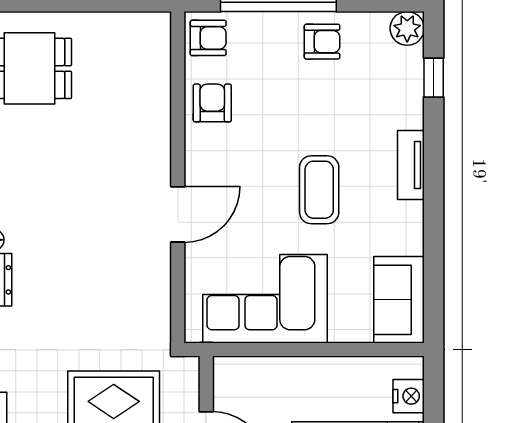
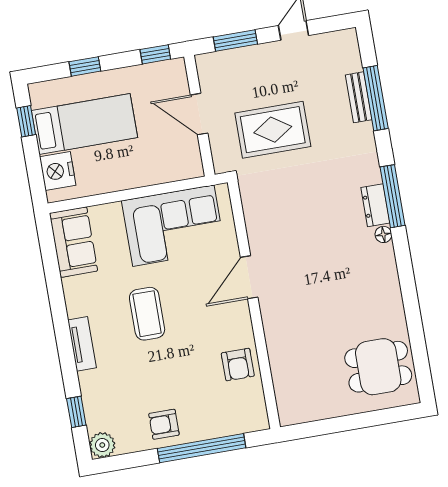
armchair: (208, 38) -> (249, 412), removed
nightstand: (409, 396) -> (58, 171), width x1.36, depth x1.33

